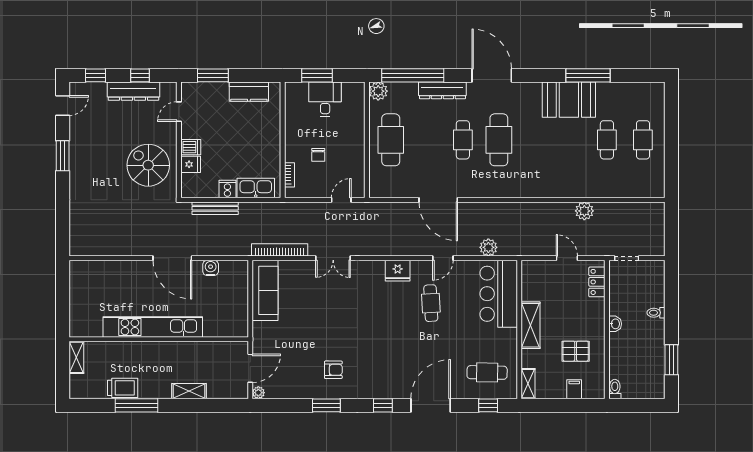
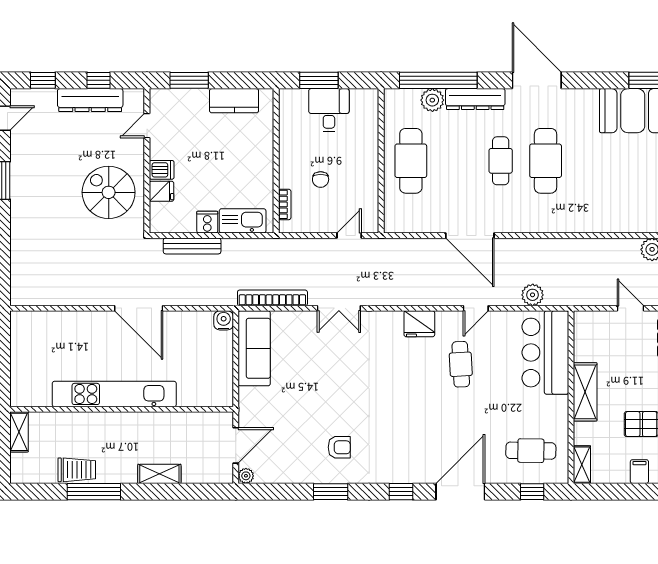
plant: (378, 91) -> (432, 100), moved
water cooler: (211, 268) -> (224, 320), moved

